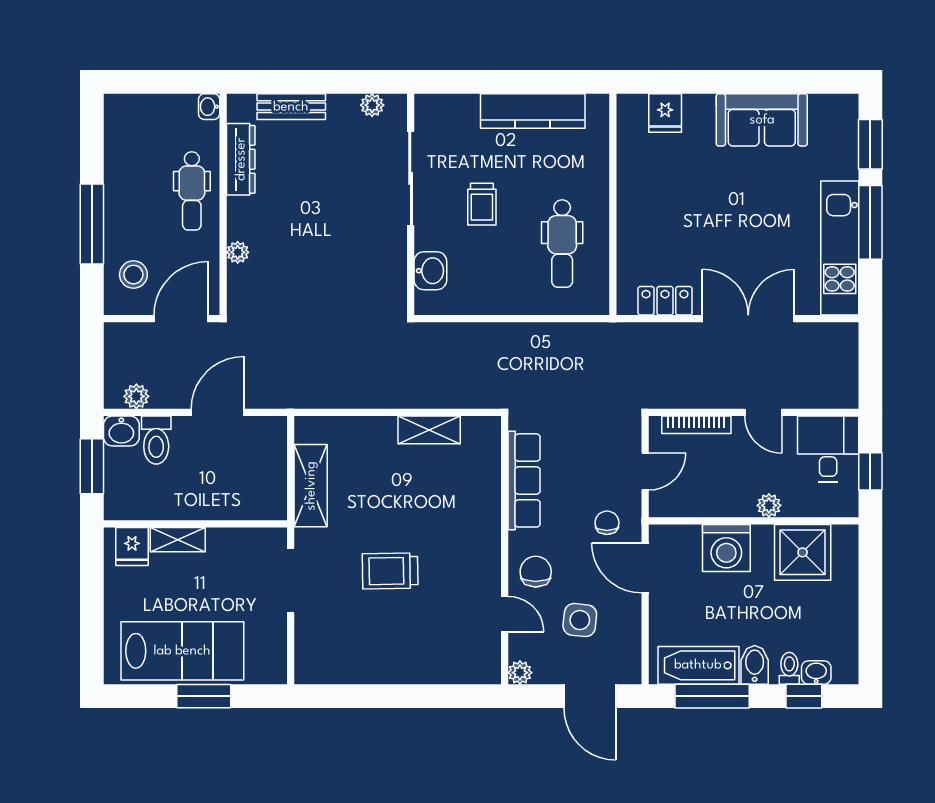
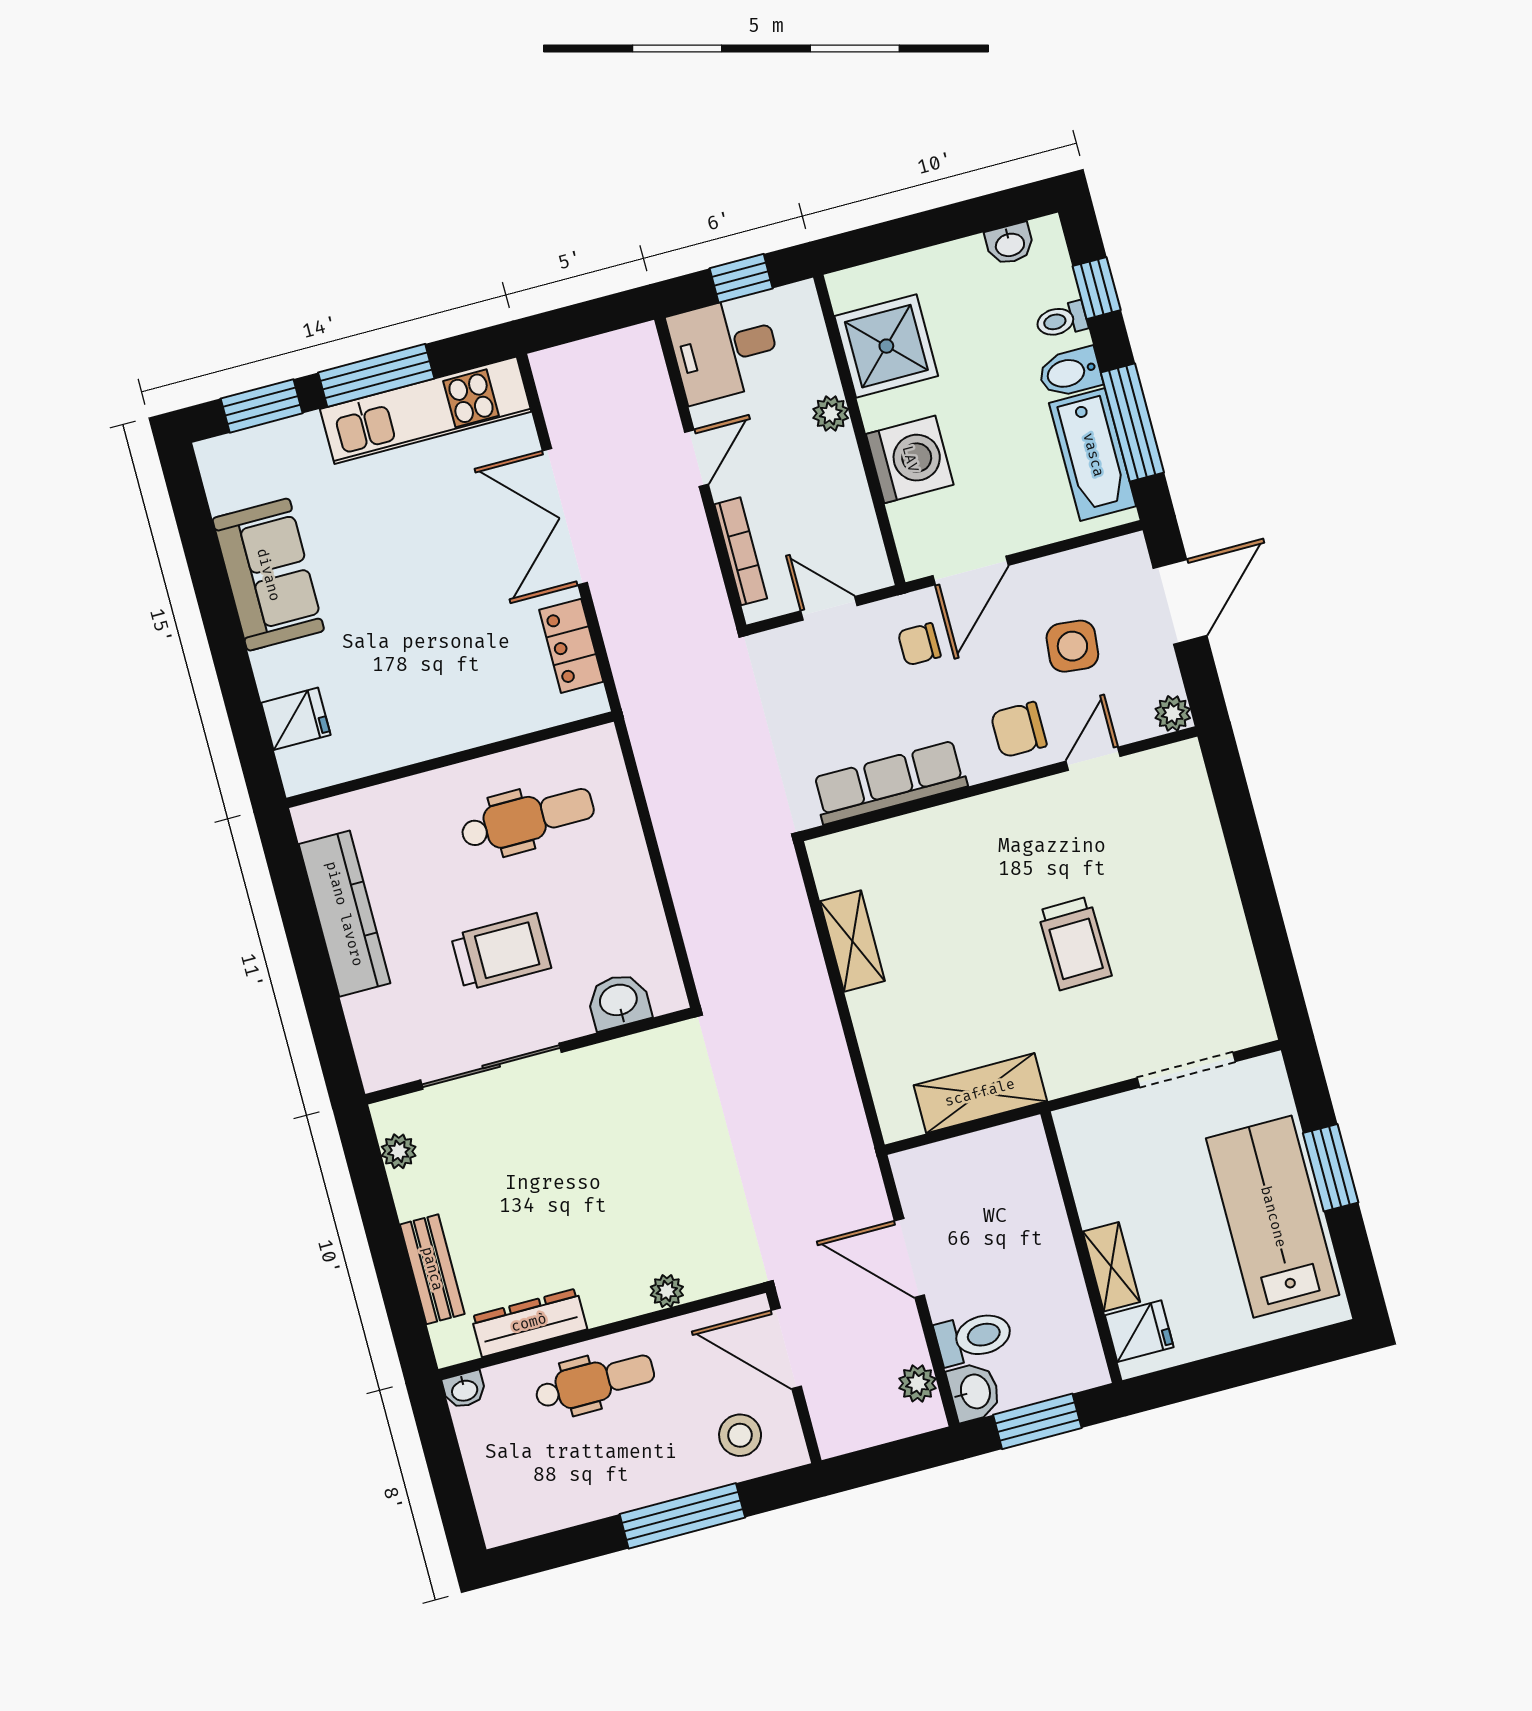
trolley: (482, 204) -> (501, 952), width x1.36, depth x1.39
doorway: (291, 581) -> (1186, 1070), moved
washbasin: (816, 673) -> (1010, 244), moved, turned -90

